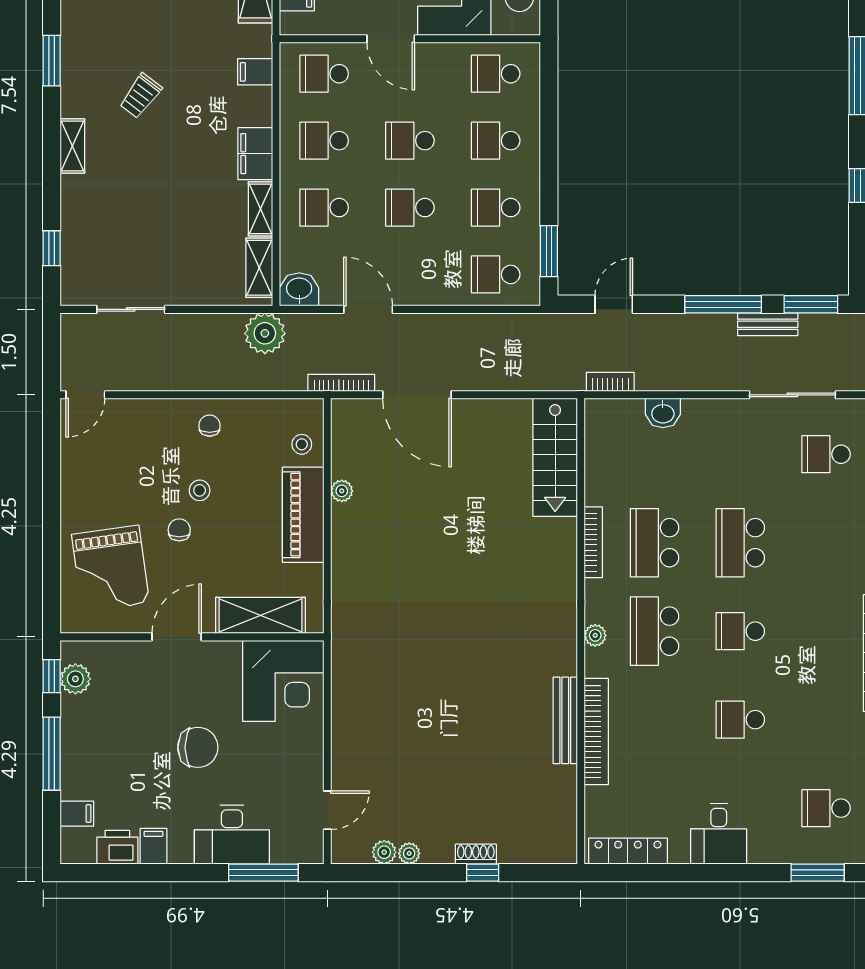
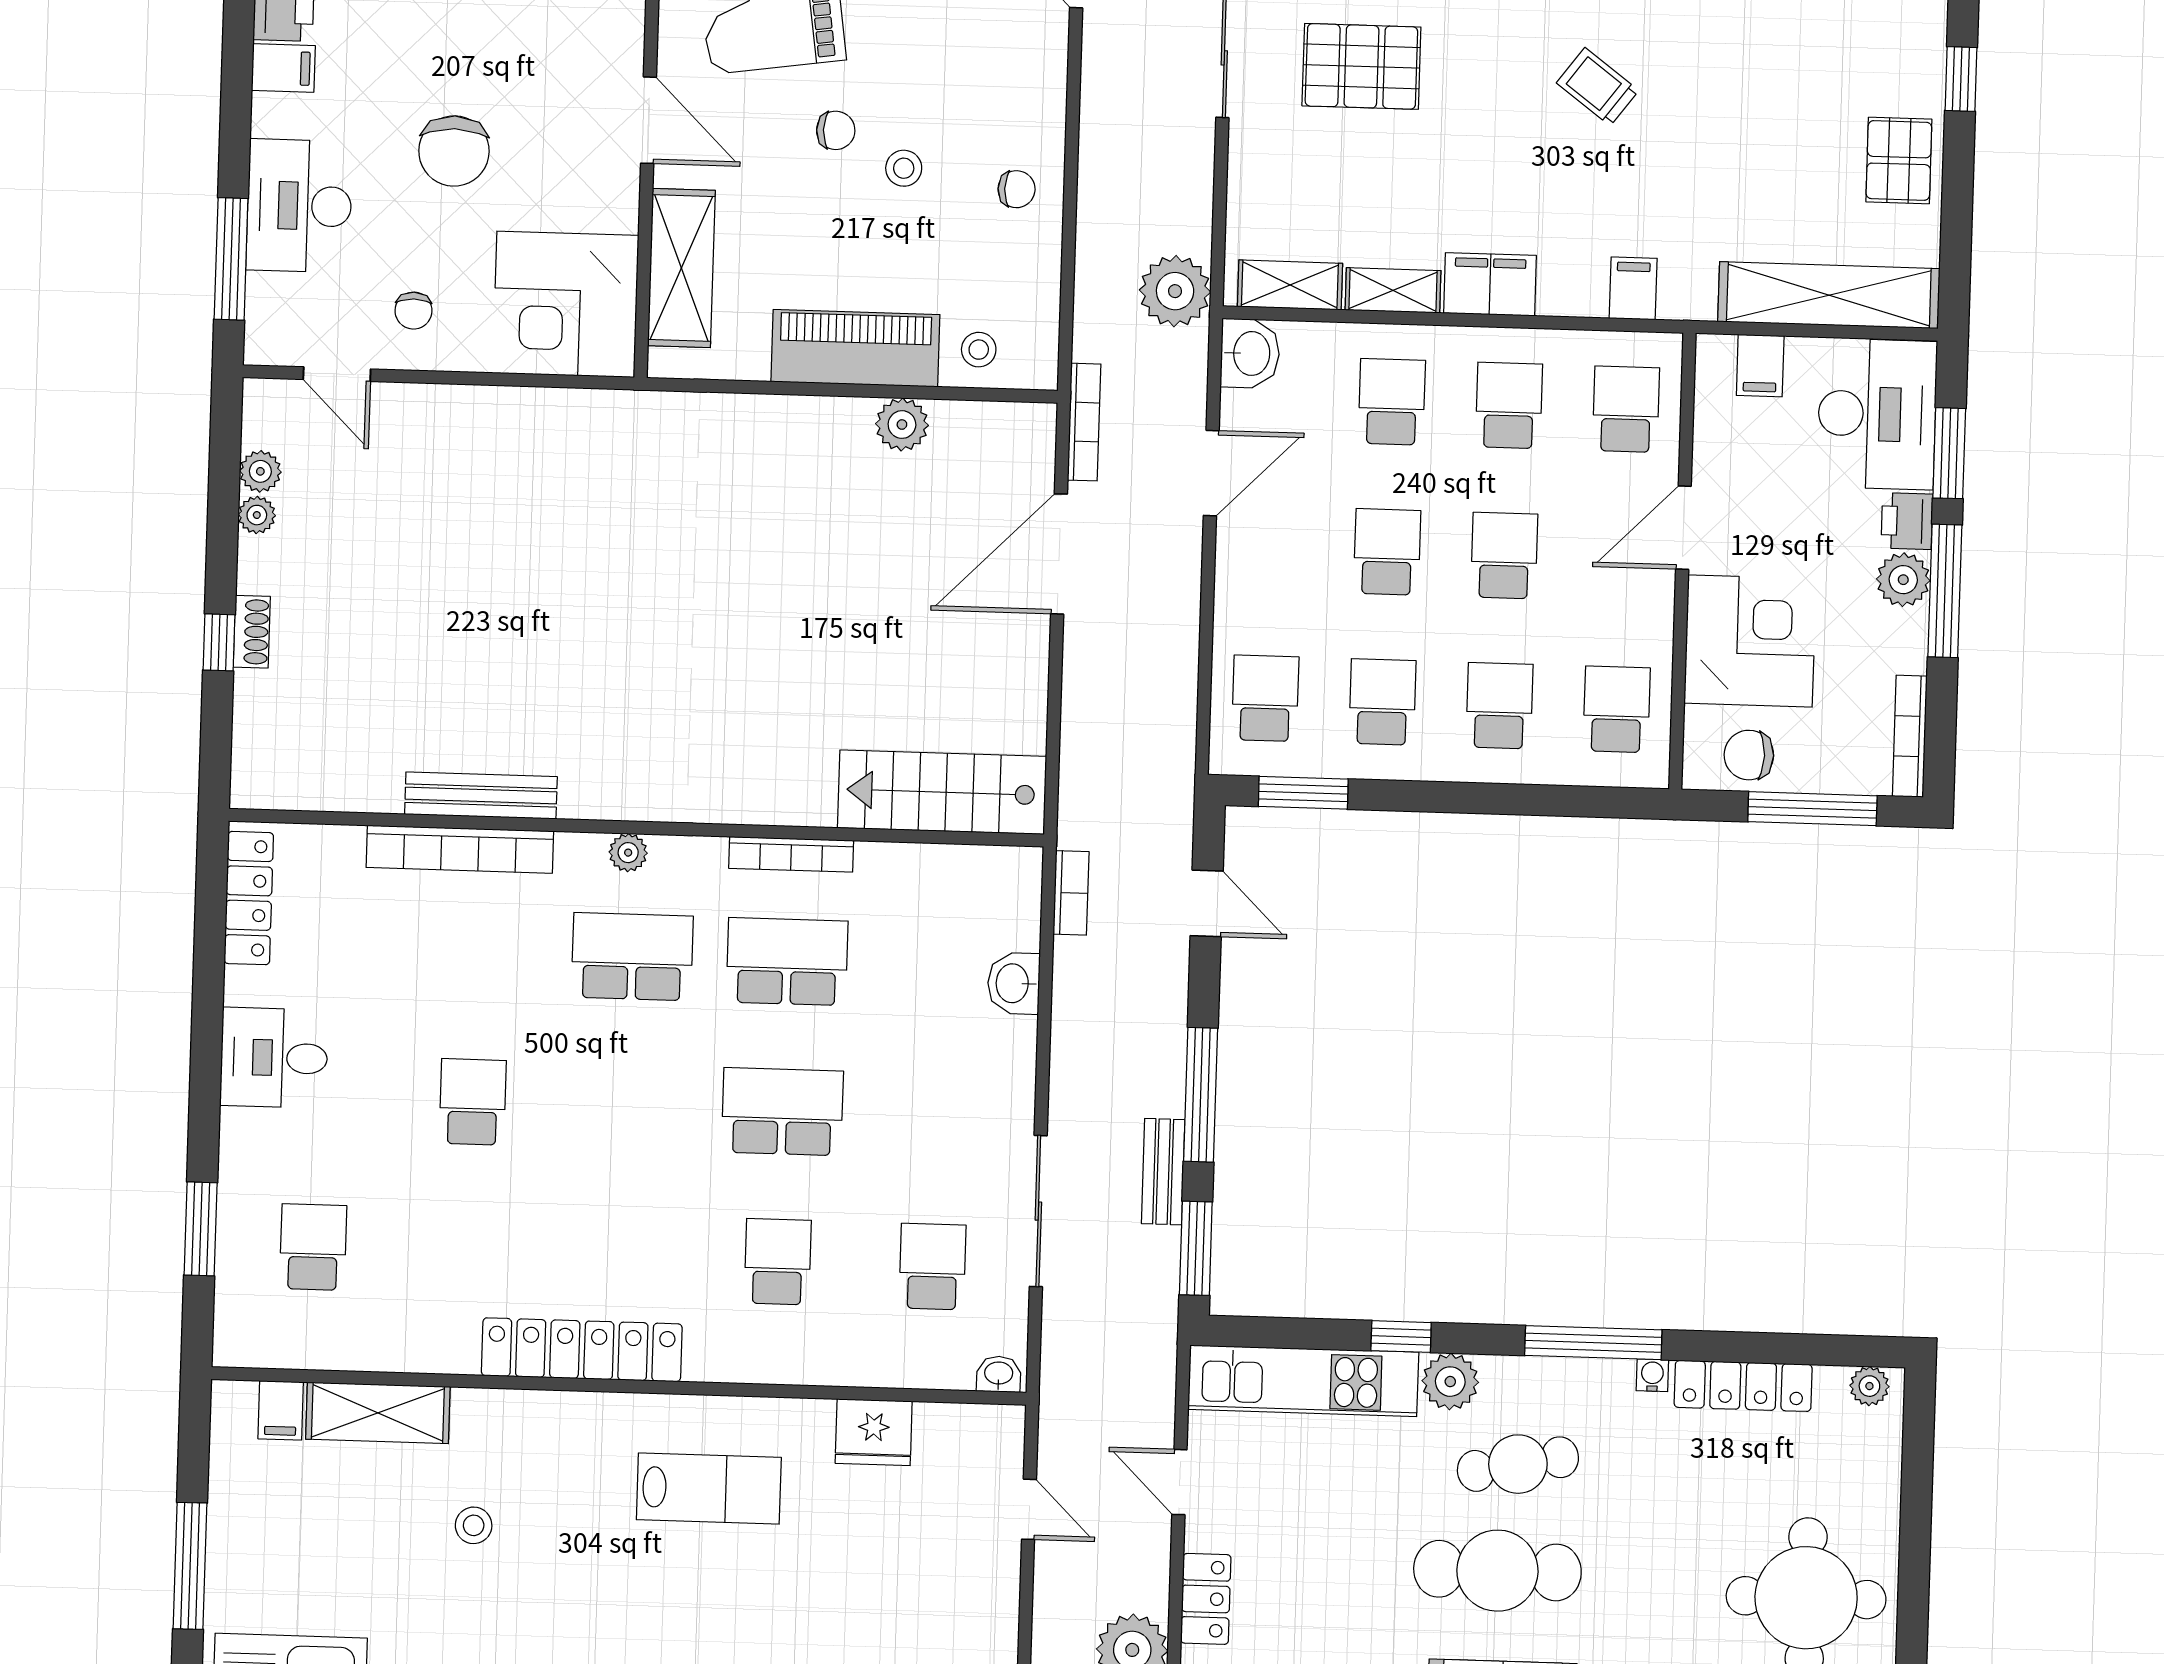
pallet: (133, 231) -> (1361, 66), added
plant: (342, 491) -> (902, 425), width x1.38, depth x1.38
school desk: (740, 631) -> (778, 1262), moved
chair: (290, 768) -> (413, 311), added

